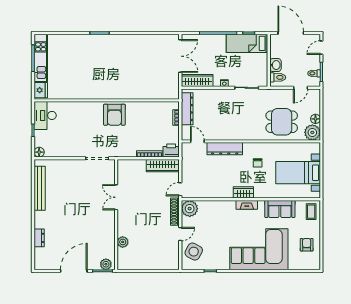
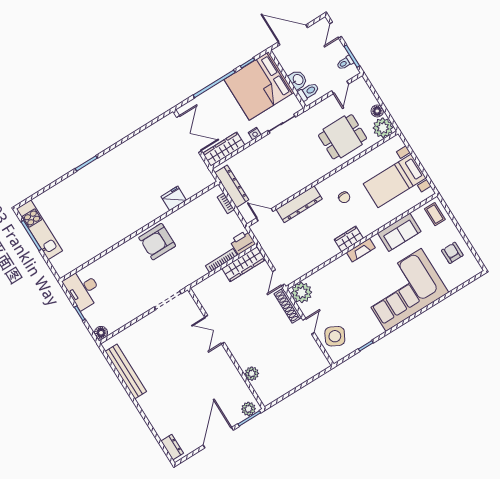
bed: (247, 43) -> (259, 86), width x2.04
fridge: (41, 90) -> (174, 198), moved, turned -90
armchair: (114, 115) -> (157, 242), turned 90
dresser: (39, 238) -> (172, 447), moved

